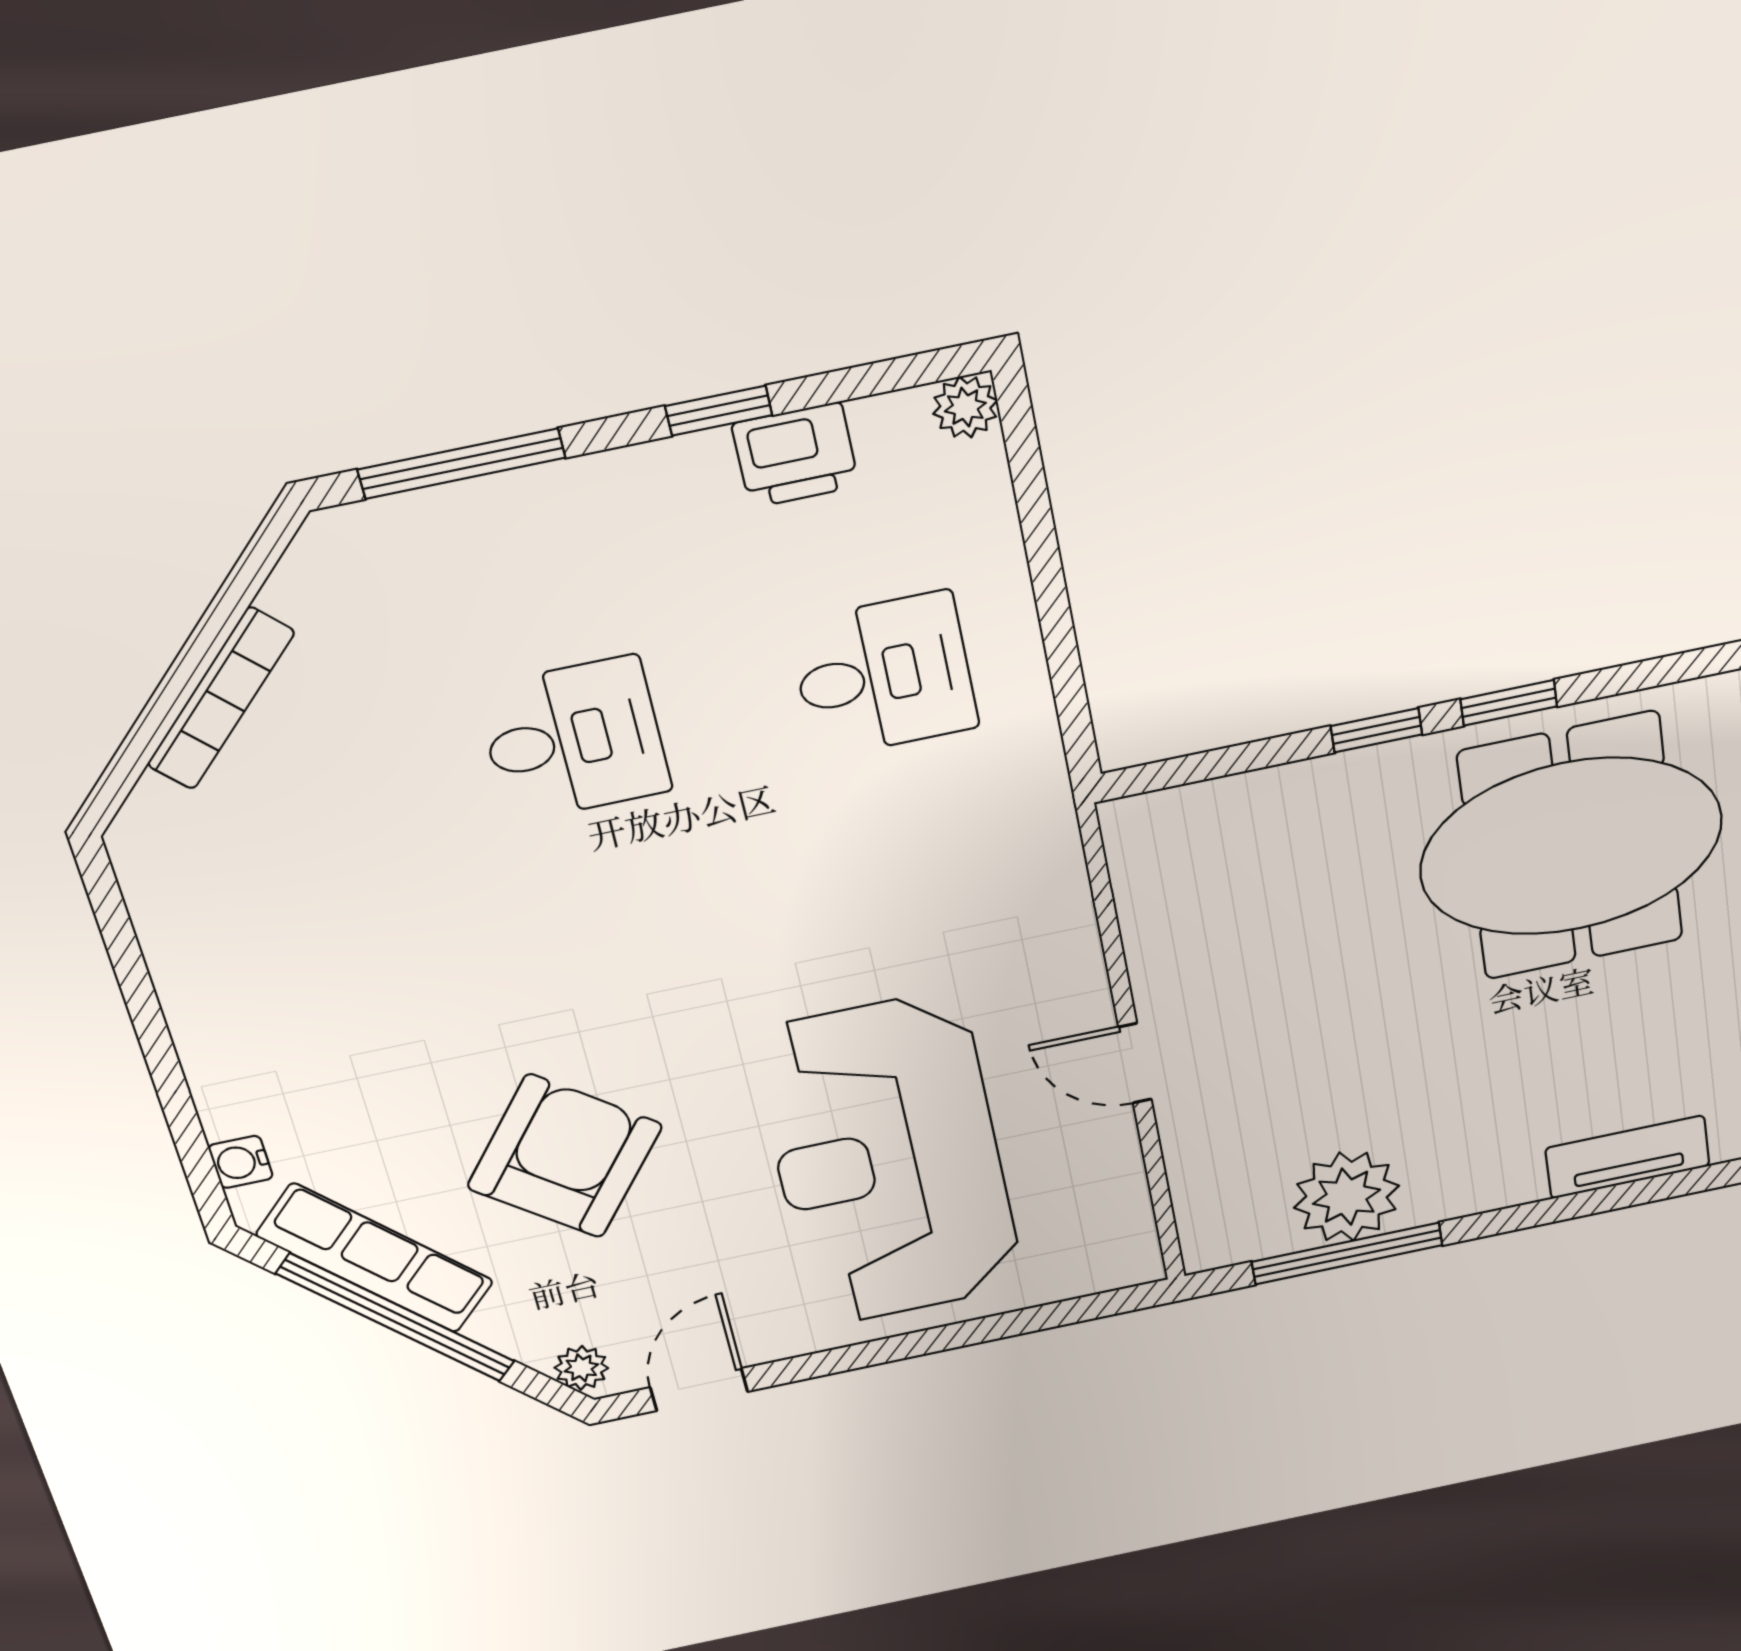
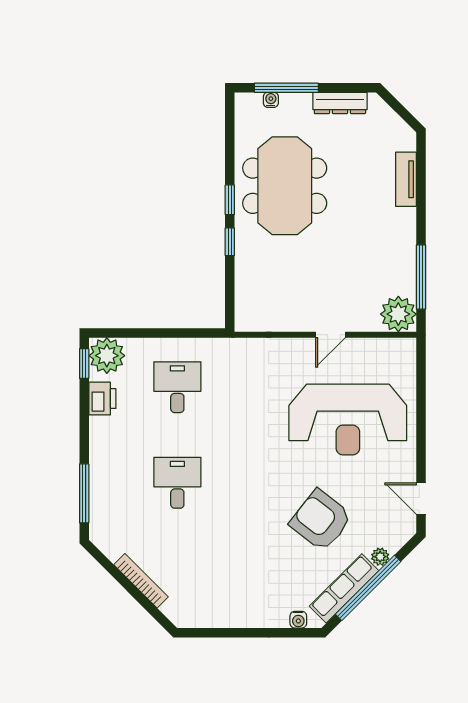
plant: (965, 407) -> (107, 356), width x1.88, depth x1.88
window: (719, 411) -> (84, 364), moved
plant: (1347, 1197) -> (398, 314), moved
plant: (581, 1368) -> (380, 557), moved

